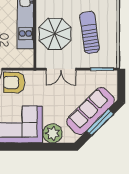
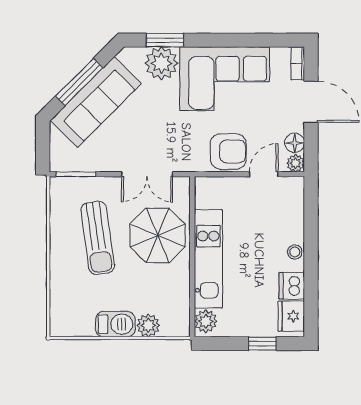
double door: (61, 69) -> (147, 174), swing flipped
window: (51, 147) -> (165, 40), added

